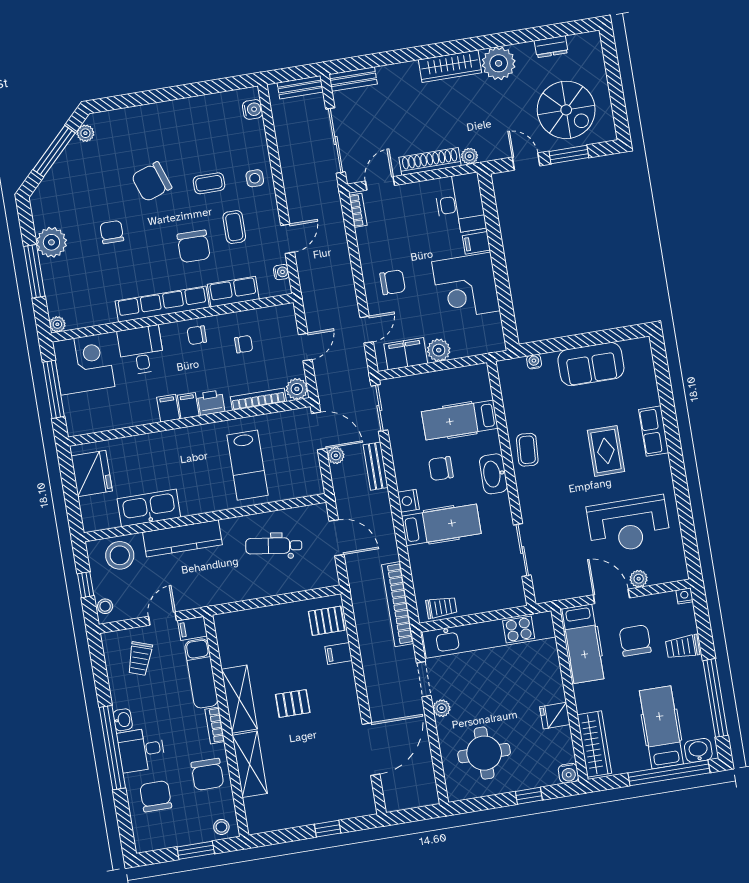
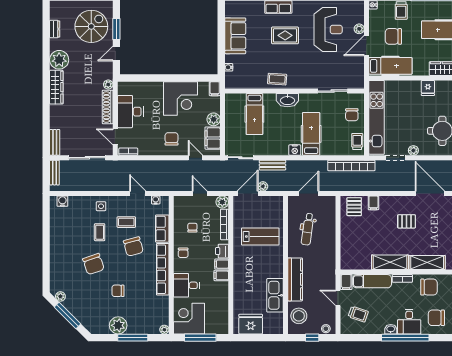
desk: (460, 204) -> (130, 112), moved, turned -90
filing cabinet: (476, 243) -> (215, 89), moved
chair: (194, 246) -> (133, 247), turned 75
chair: (441, 469) -> (352, 115), moved
pallet: (293, 703) -> (407, 221), moved, turned 90

